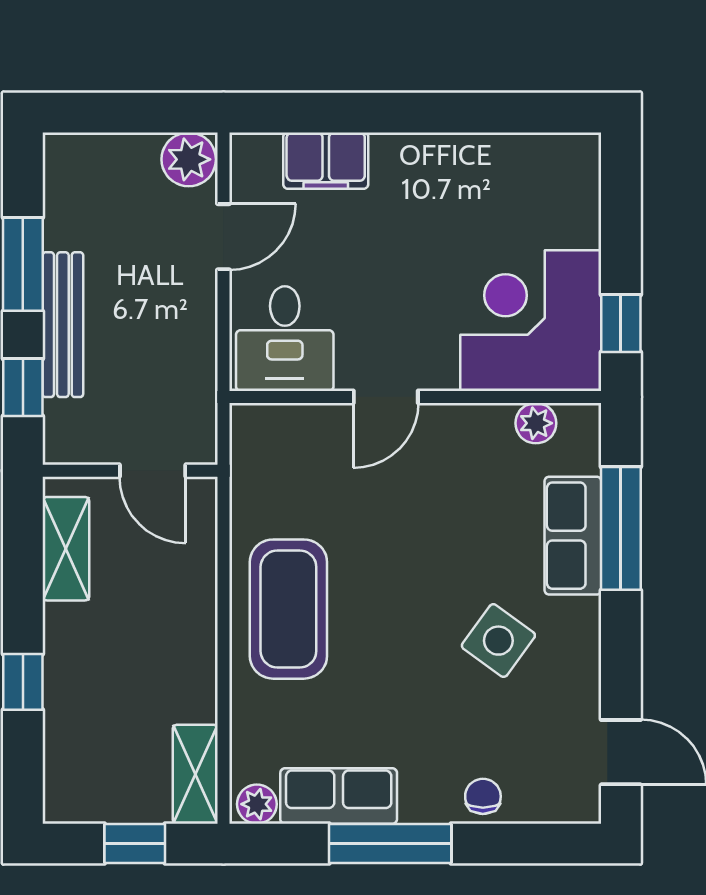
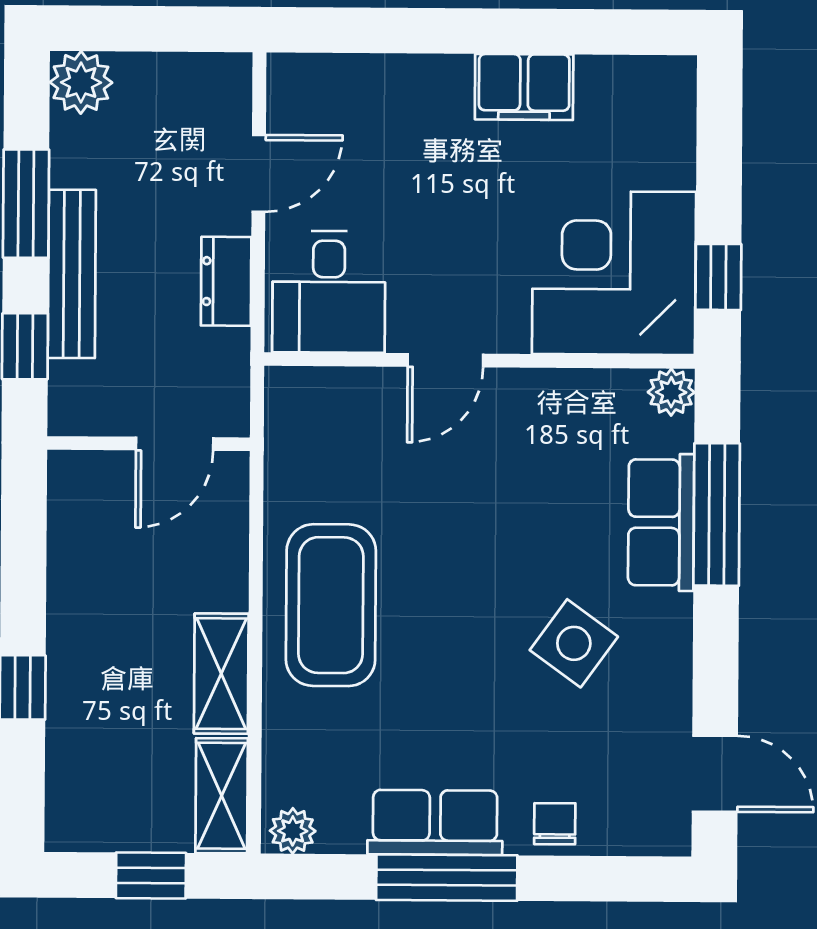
plant: (189, 159) -> (81, 82), moved
filing cabinet: (326, 161) -> (524, 87), moved
dresser: (196, 330) -> (226, 281), added
plant: (536, 423) -> (671, 392), moved
door: (153, 471) -> (175, 444), hinge flipped
shelving: (66, 549) -> (221, 674), moved
row of seats: (339, 796) -> (435, 822), moved

